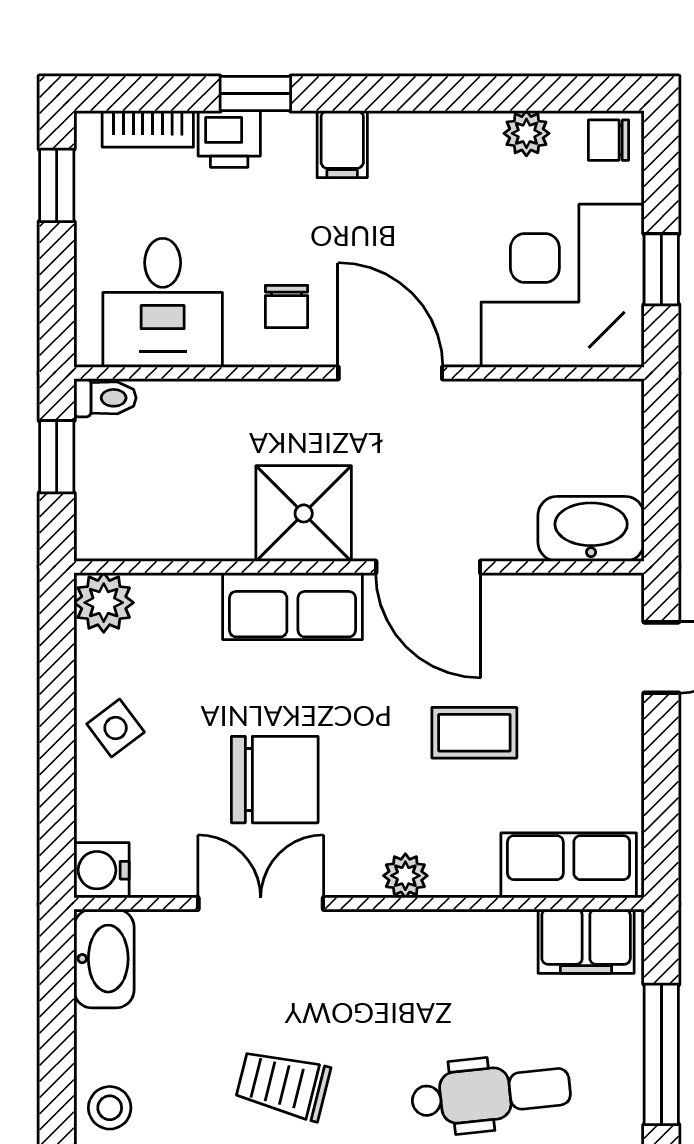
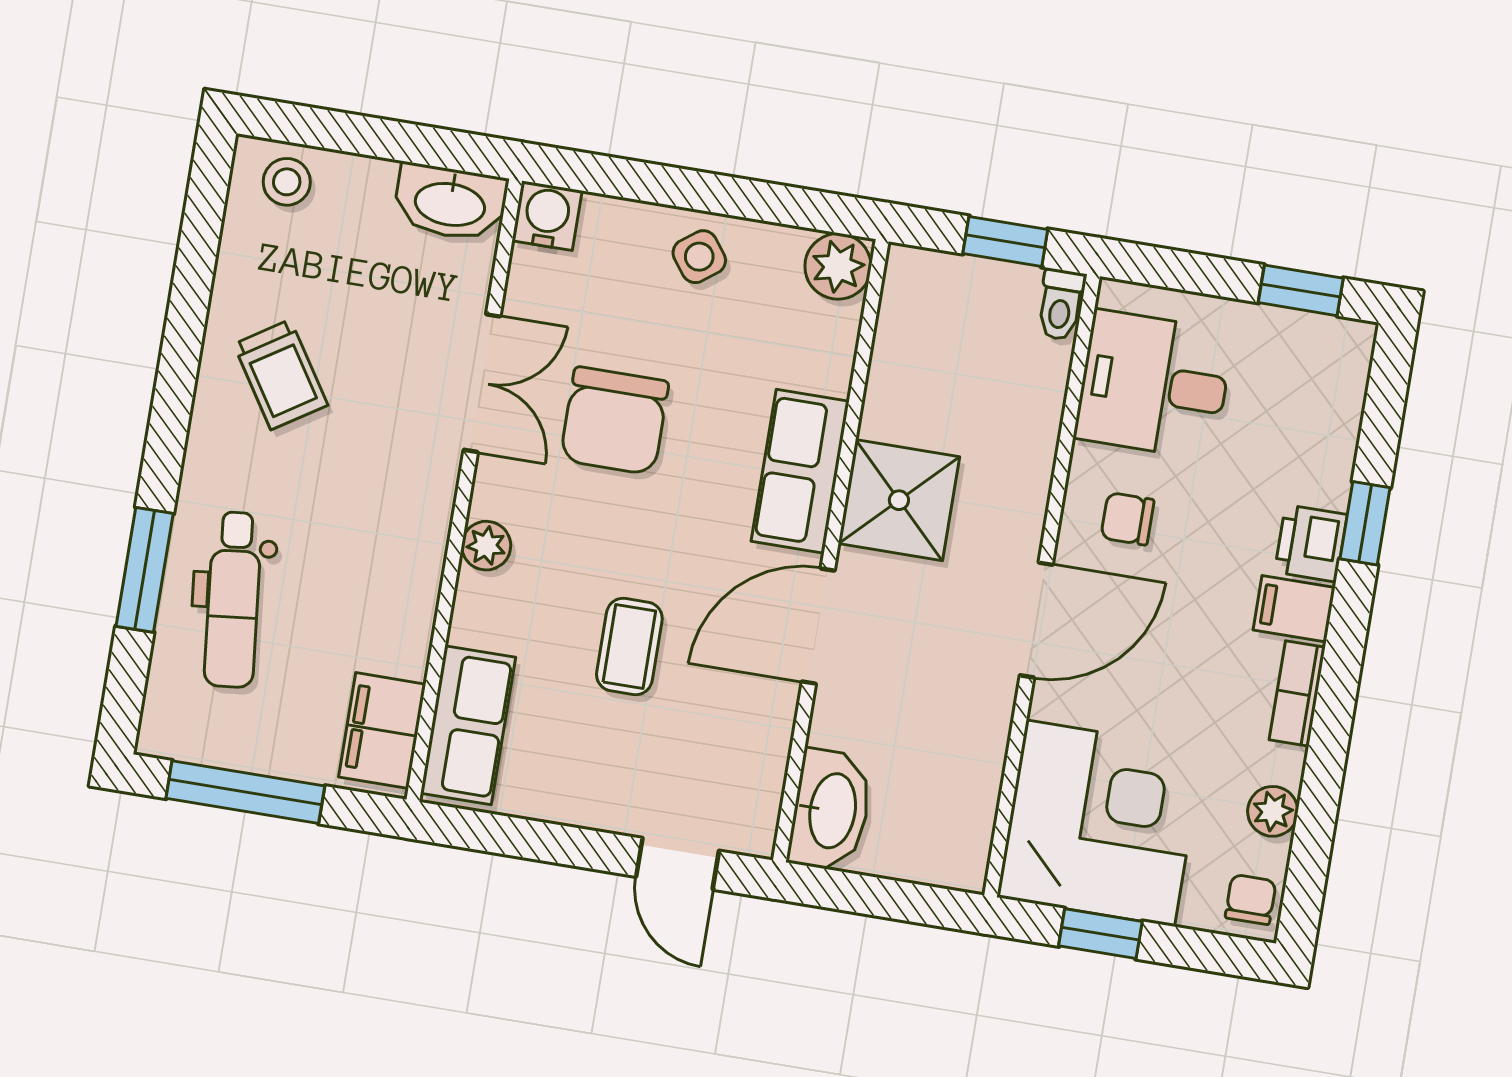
bookcase: (148, 129) -> (1297, 694), moved
printer: (229, 139) -> (1311, 543), moved
trolley: (283, 1085) -> (281, 375), turned 133

